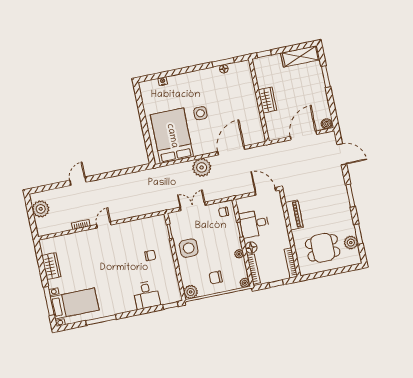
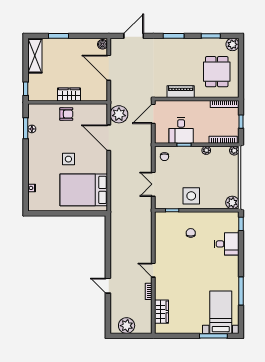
armchair: (247, 101) -> (66, 114), added
plant: (202, 167) -> (119, 114), moved
plant: (351, 243) -> (232, 44), moved
floor lamp: (251, 248) -> (203, 138), removed
wardrobe: (51, 266) -> (161, 312), moved, turned 90
chair: (216, 277) -> (224, 176), removed

